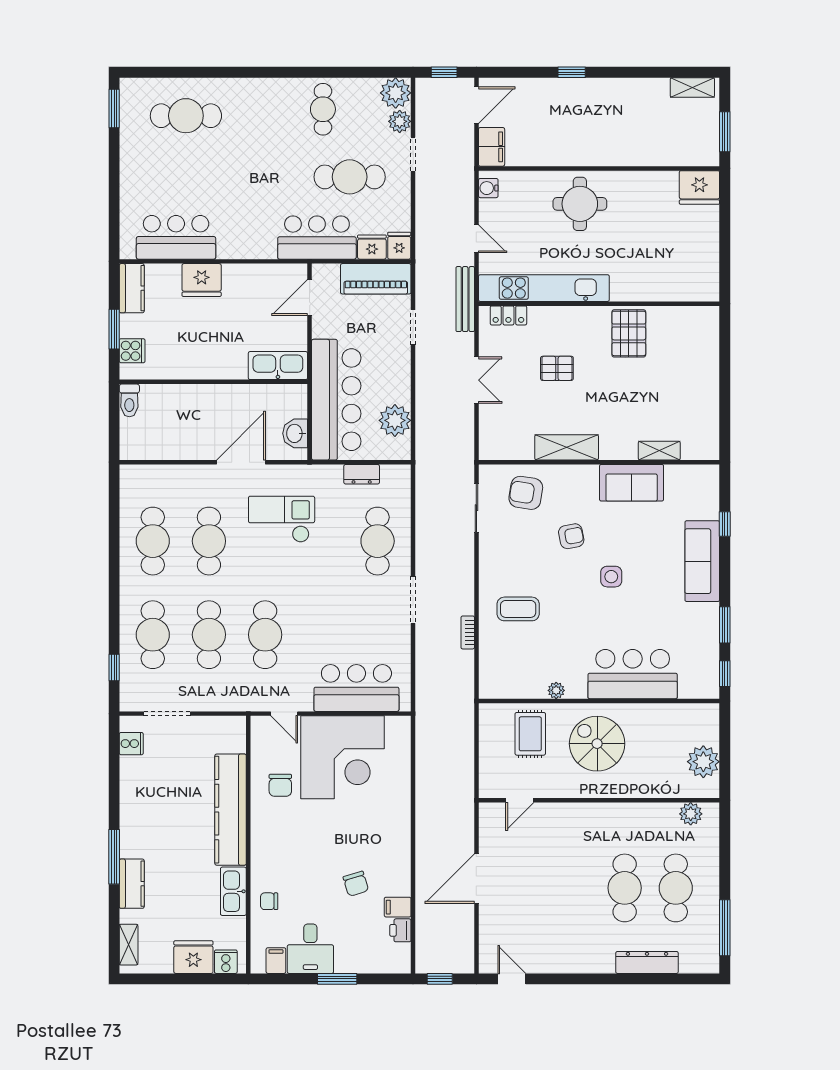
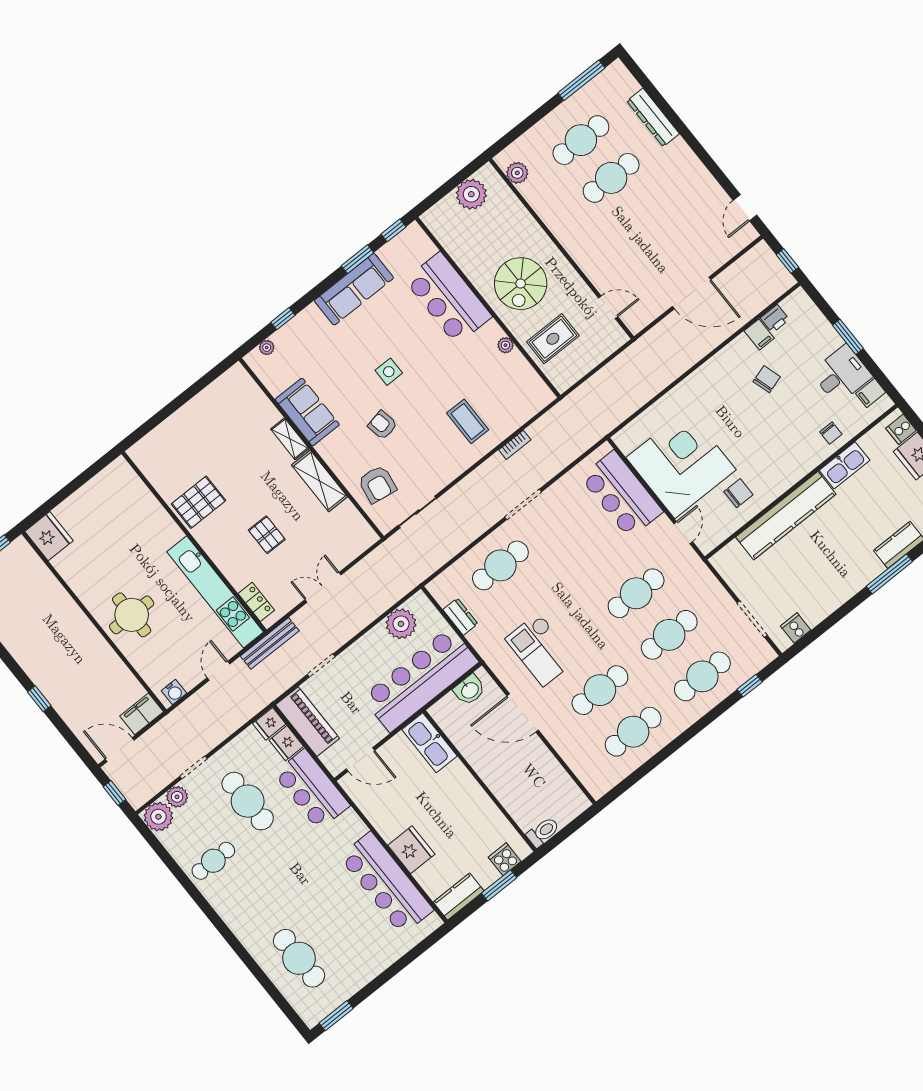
bar counter: (176, 237) -> (386, 883), width x1.36
shelving: (659, 451) -> (290, 439), moved
plant: (712, 492) -> (267, 348), added
sofa: (702, 561) -> (354, 289), moved

